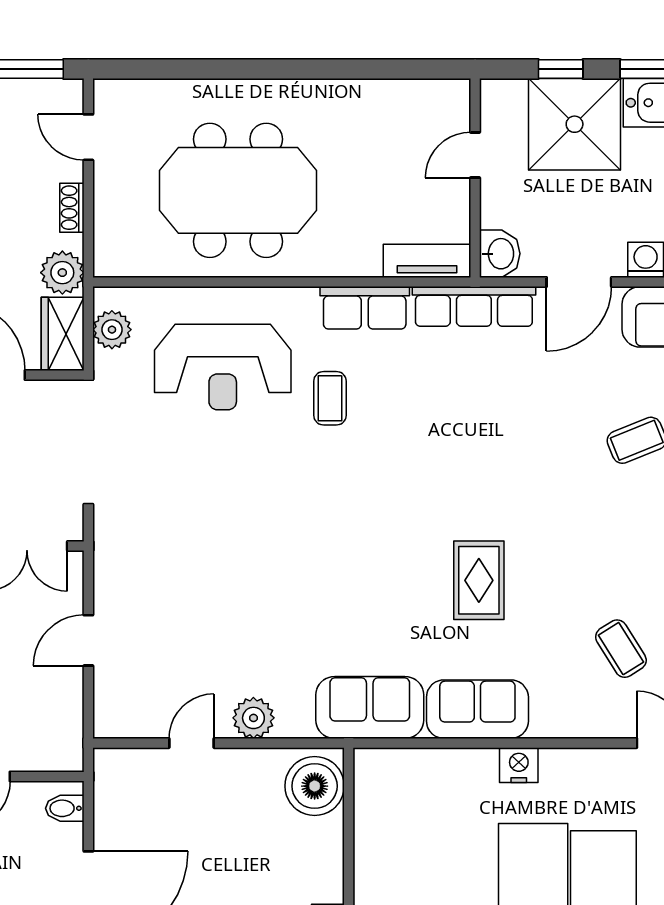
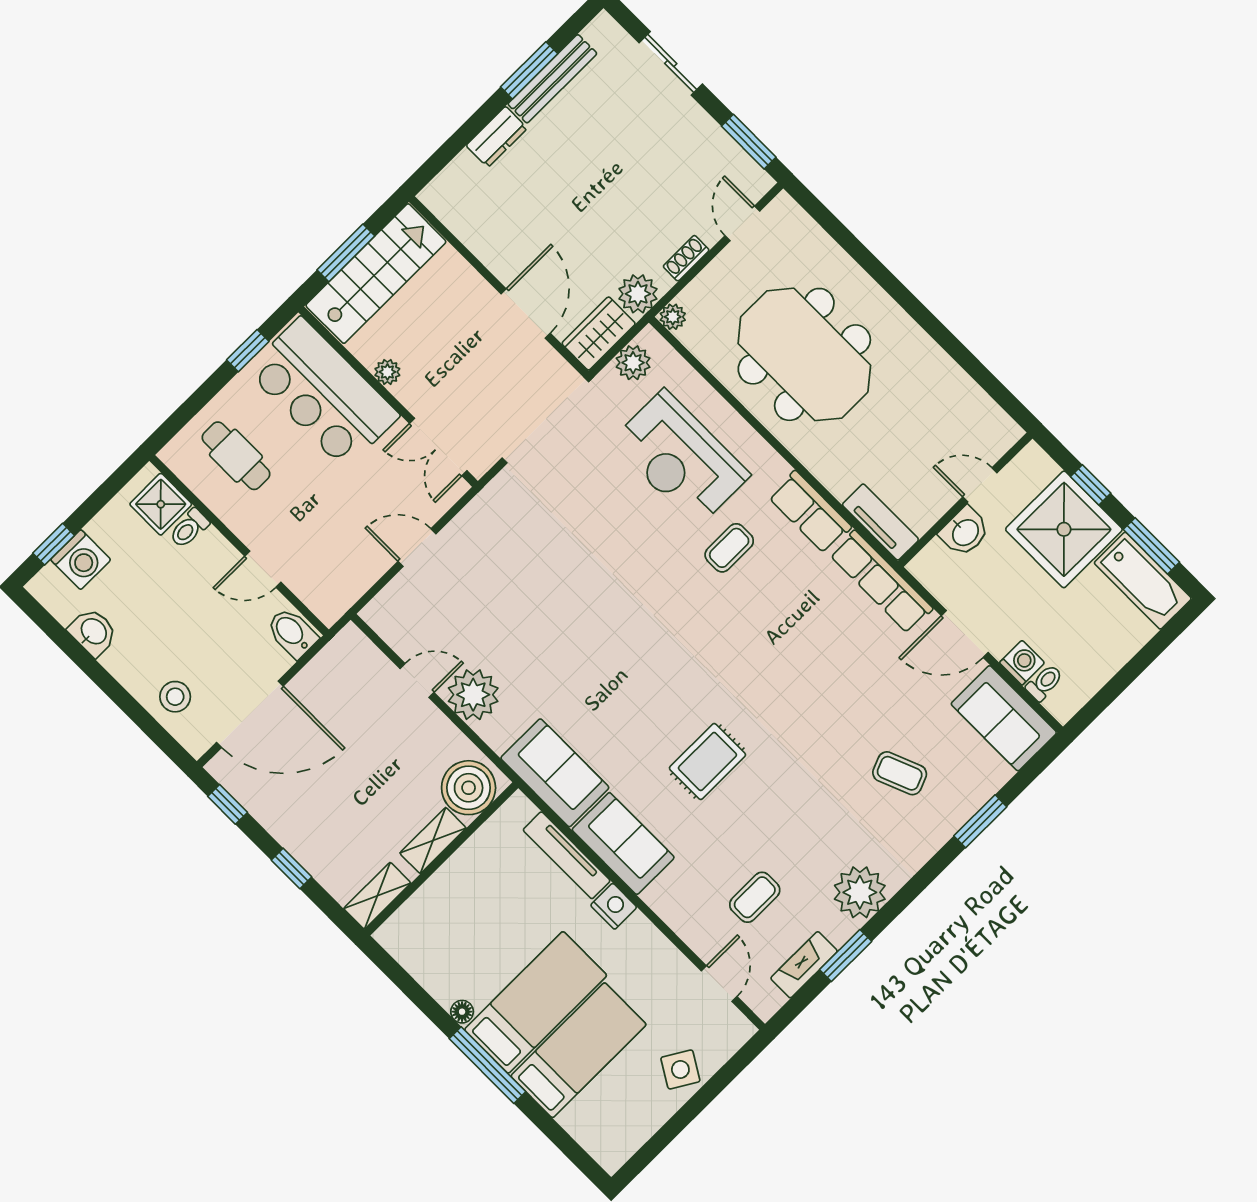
washbasin: (500, 254) -> (965, 532), moved
plant: (107, 263) -> (673, 317), added
coffee table: (621, 649) -> (755, 897), turned 32
plant: (253, 718) -> (473, 695), width x1.36, depth x1.36
tv unit: (443, 762) -> (567, 855), added
bidet: (65, 808) -> (292, 633), width x1.38, depth x1.36
shelving: (328, 854) -> (433, 841), added

